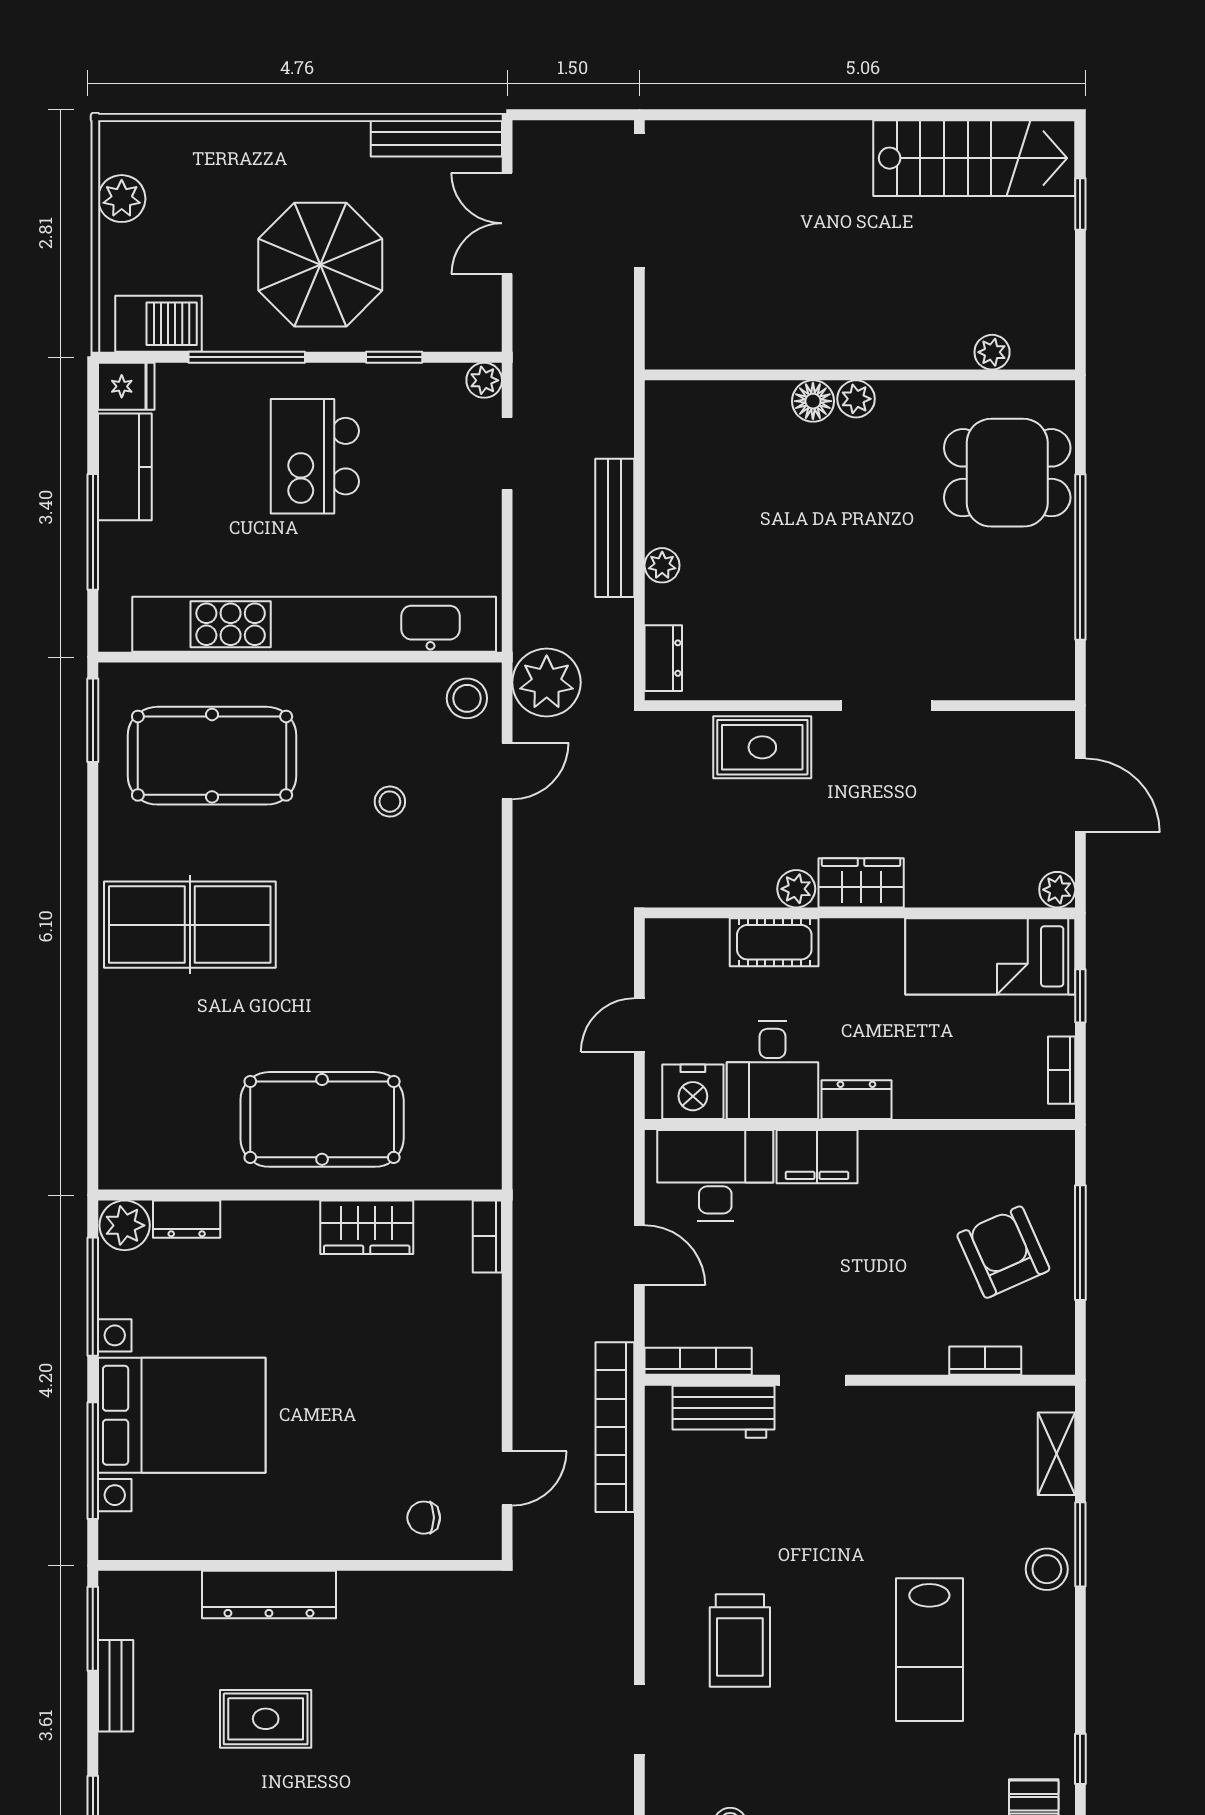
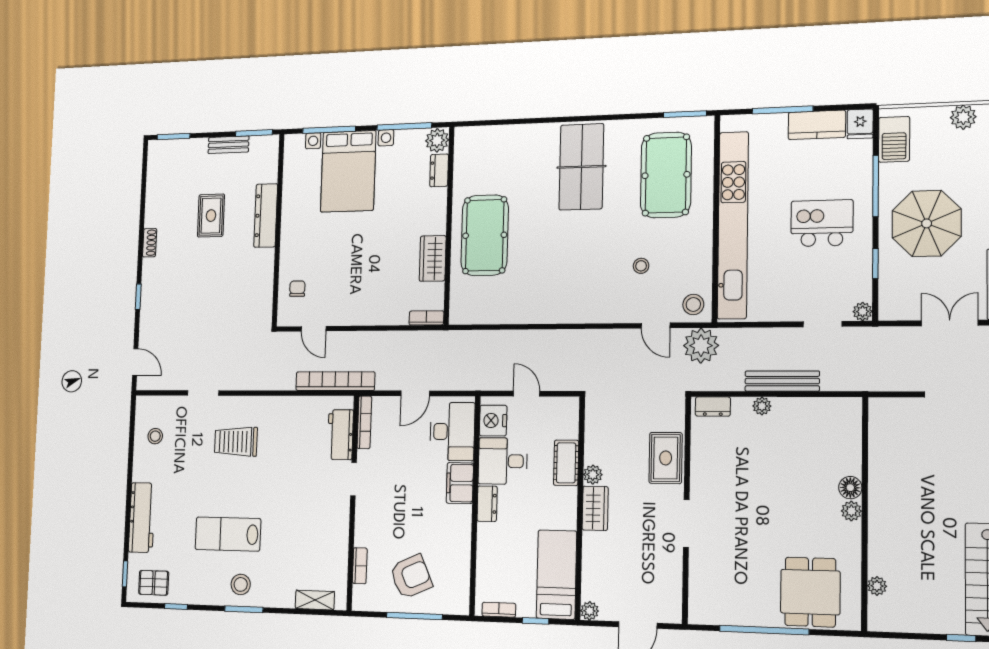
window: (1080, 1544) -> (244, 609), moved
stool: (1047, 1569) -> (241, 584), moved

